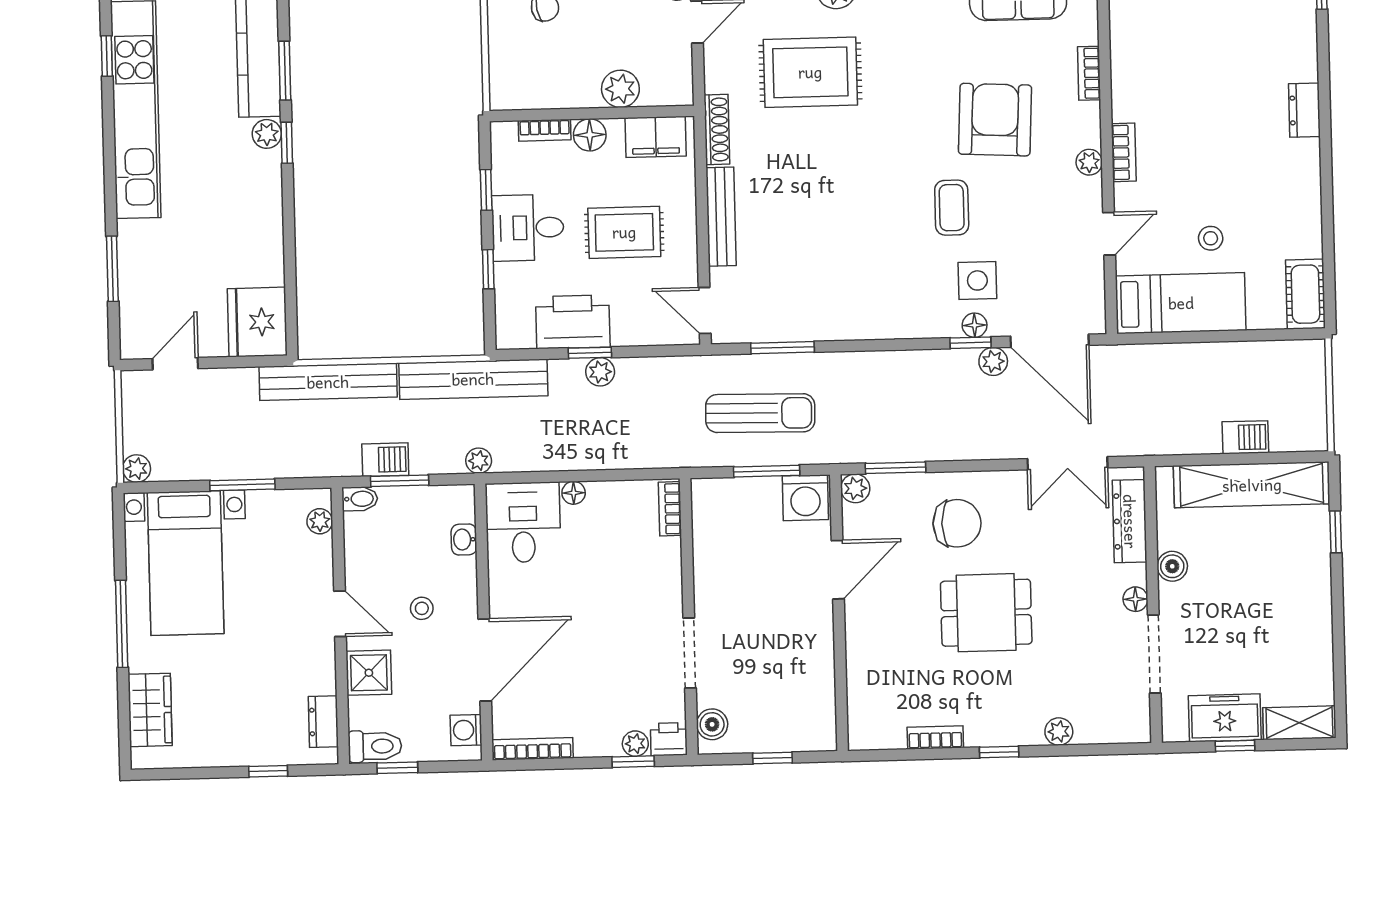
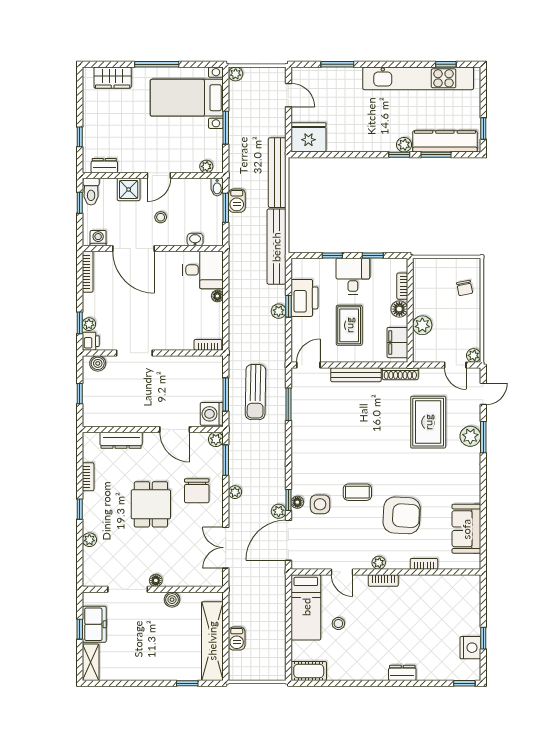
plant: (479, 461) -> (235, 492), moved
dresser: (1130, 521) -> (121, 440), moved, turned 180

